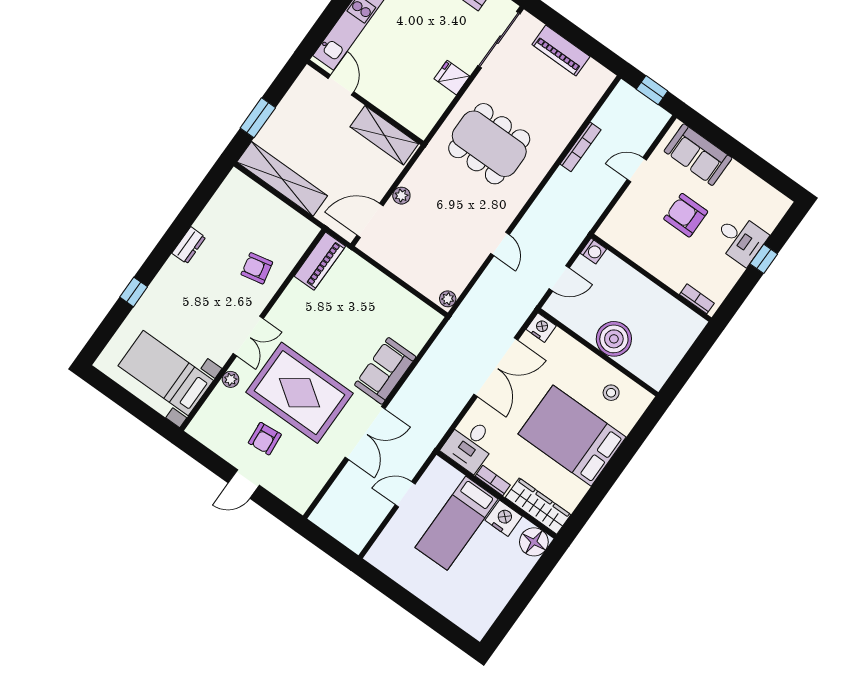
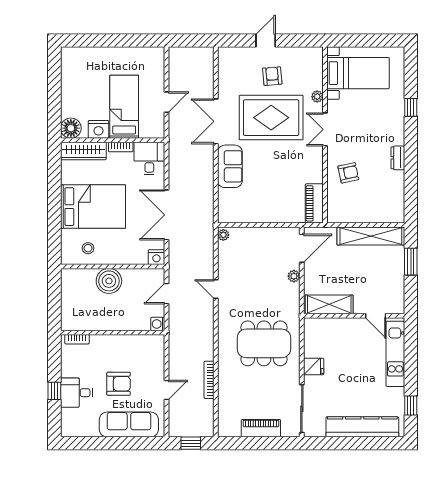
sofa: (698, 155) -> (129, 424), width x1.36

